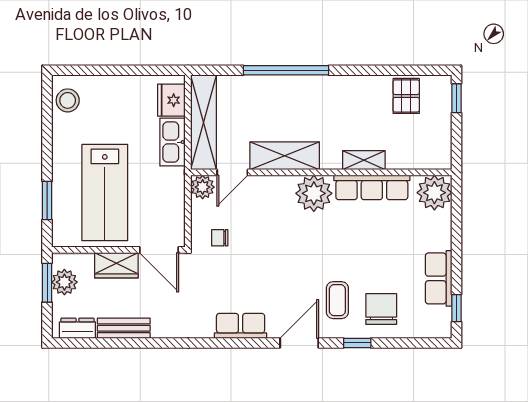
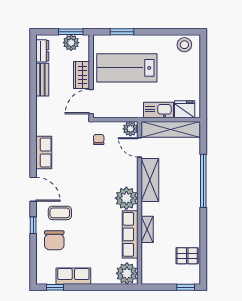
chair: (381, 309) -> (54, 240), turned 90

